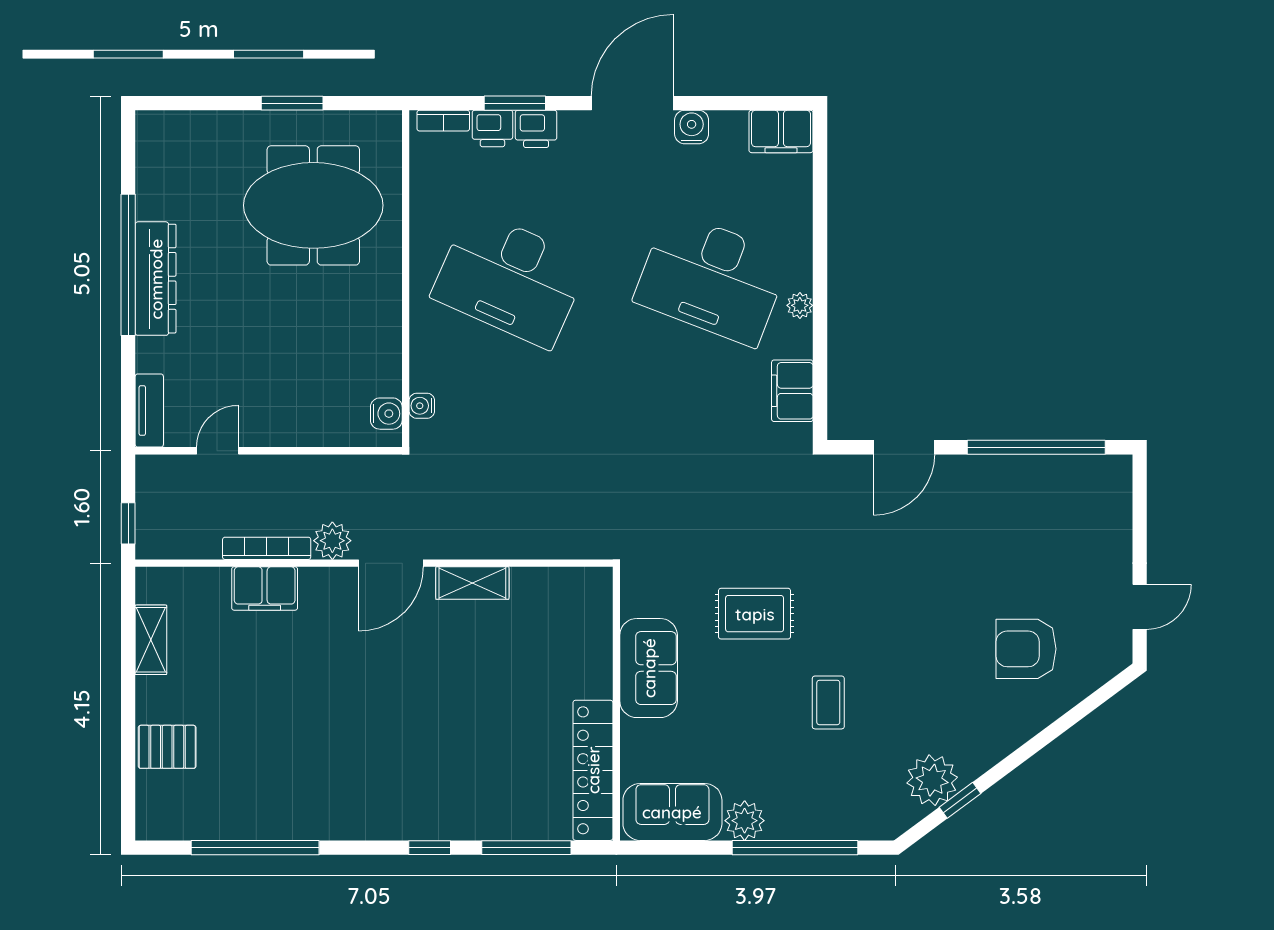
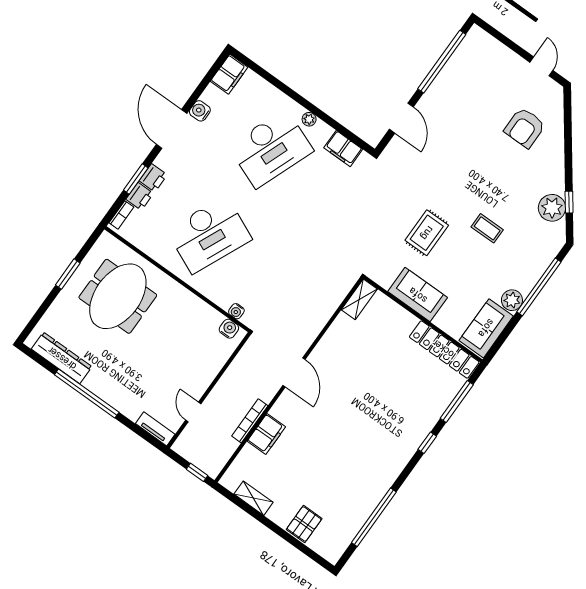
dresser: (156, 279) -> (62, 358), moved
plant: (332, 541) -> (267, 391), removed
shelving: (472, 583) -> (359, 299), moved

